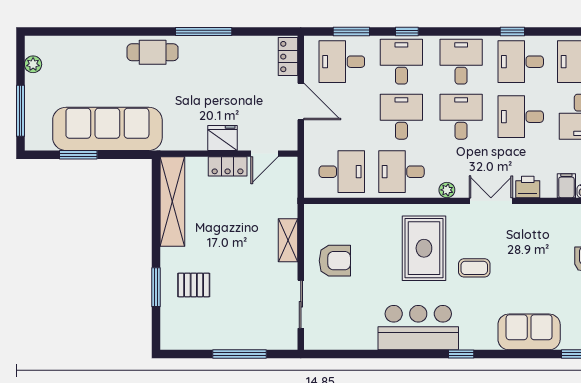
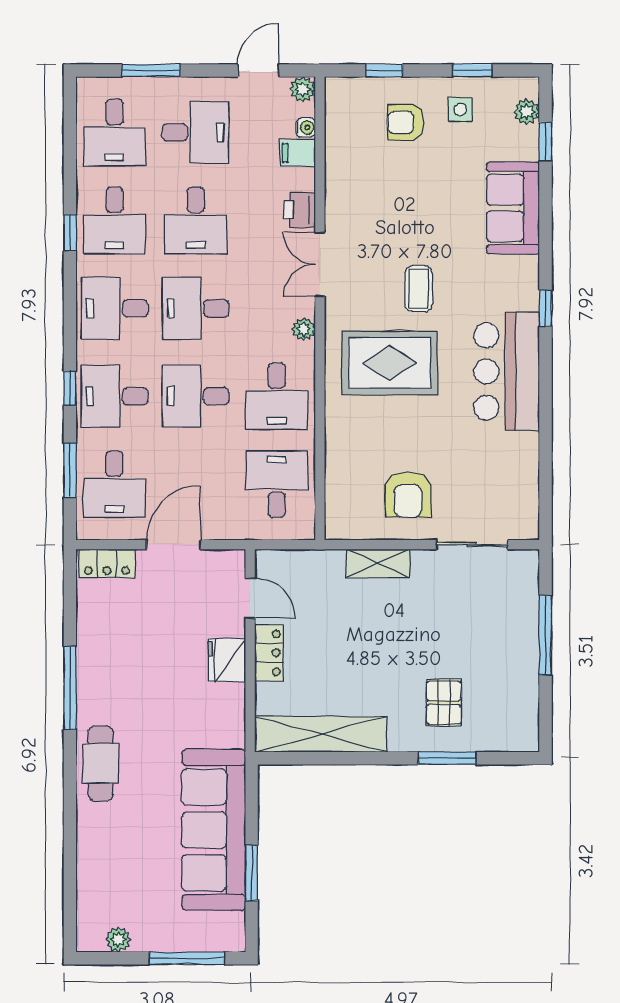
armchair: (335, 261) -> (408, 495), turned 180

